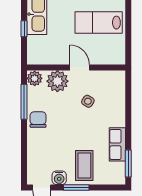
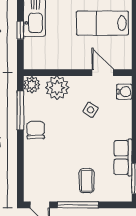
door: (80, 67) -> (103, 73), moved
coffee table: (84, 165) -> (87, 181), width x0.73, depth x0.77
water cooler: (59, 178) -> (124, 92), moved, turned -90
window: (76, 188) -> (78, 205), width x1.44

